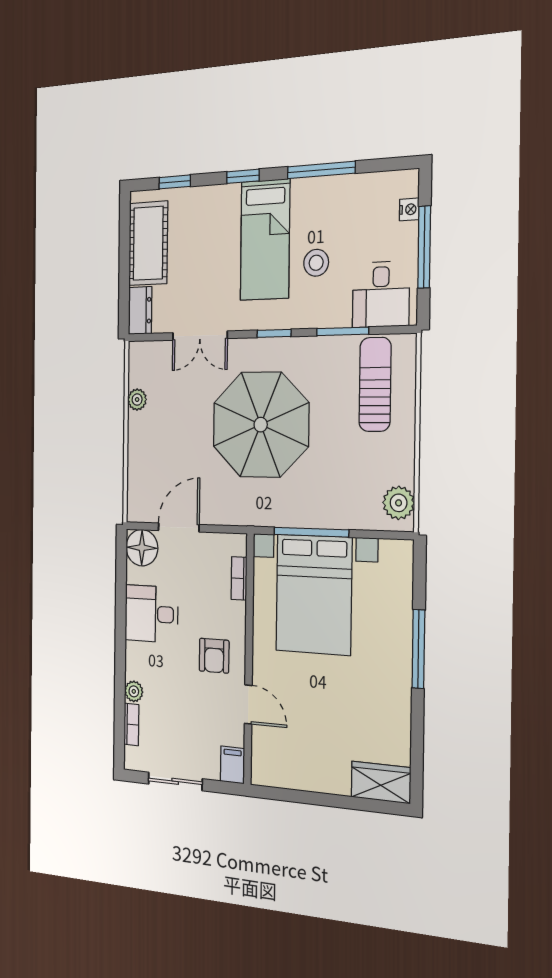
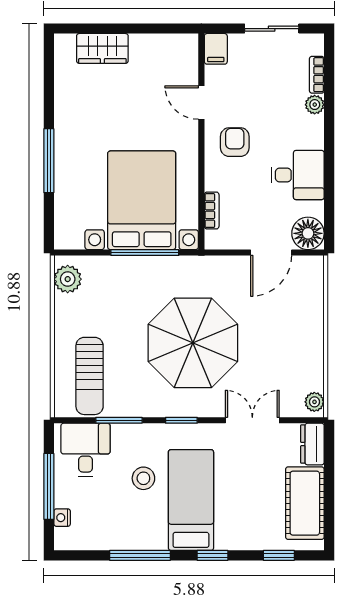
plant: (137, 400) -> (314, 402), moved
wardrobe: (381, 782) -> (102, 48), moved

